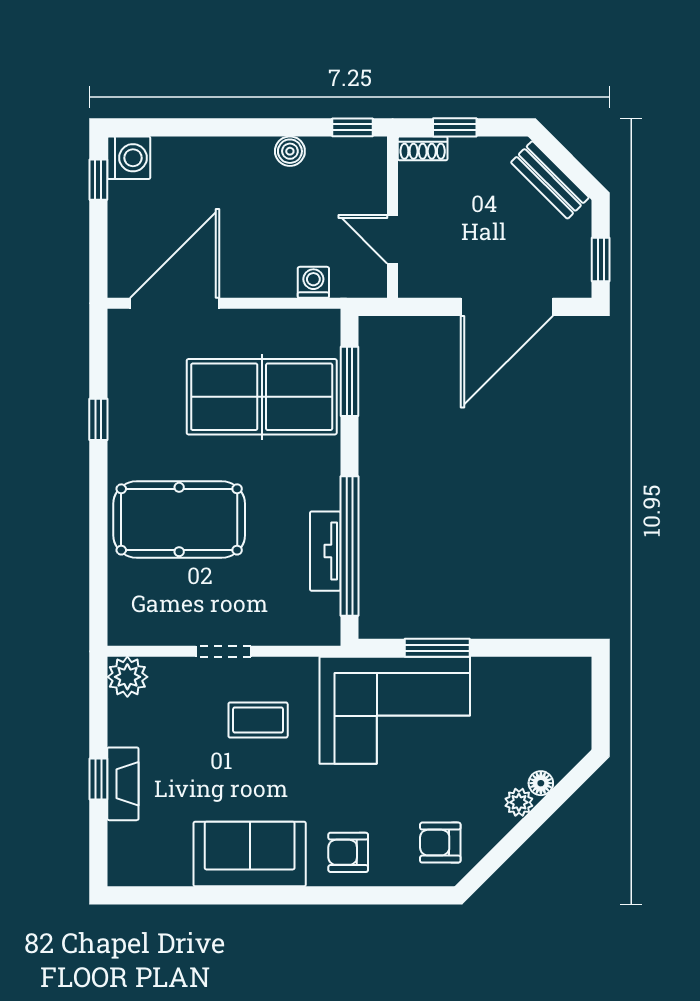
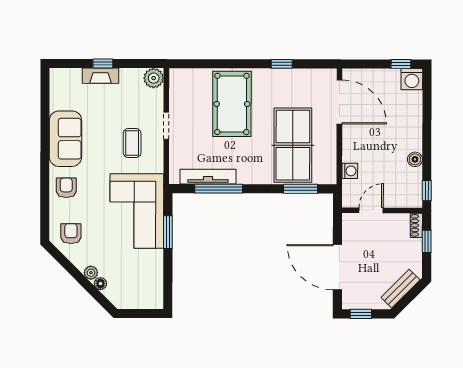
window: (350, 546) -> (219, 189), width x0.68
tv unit: (325, 551) -> (208, 177), width x1.41

